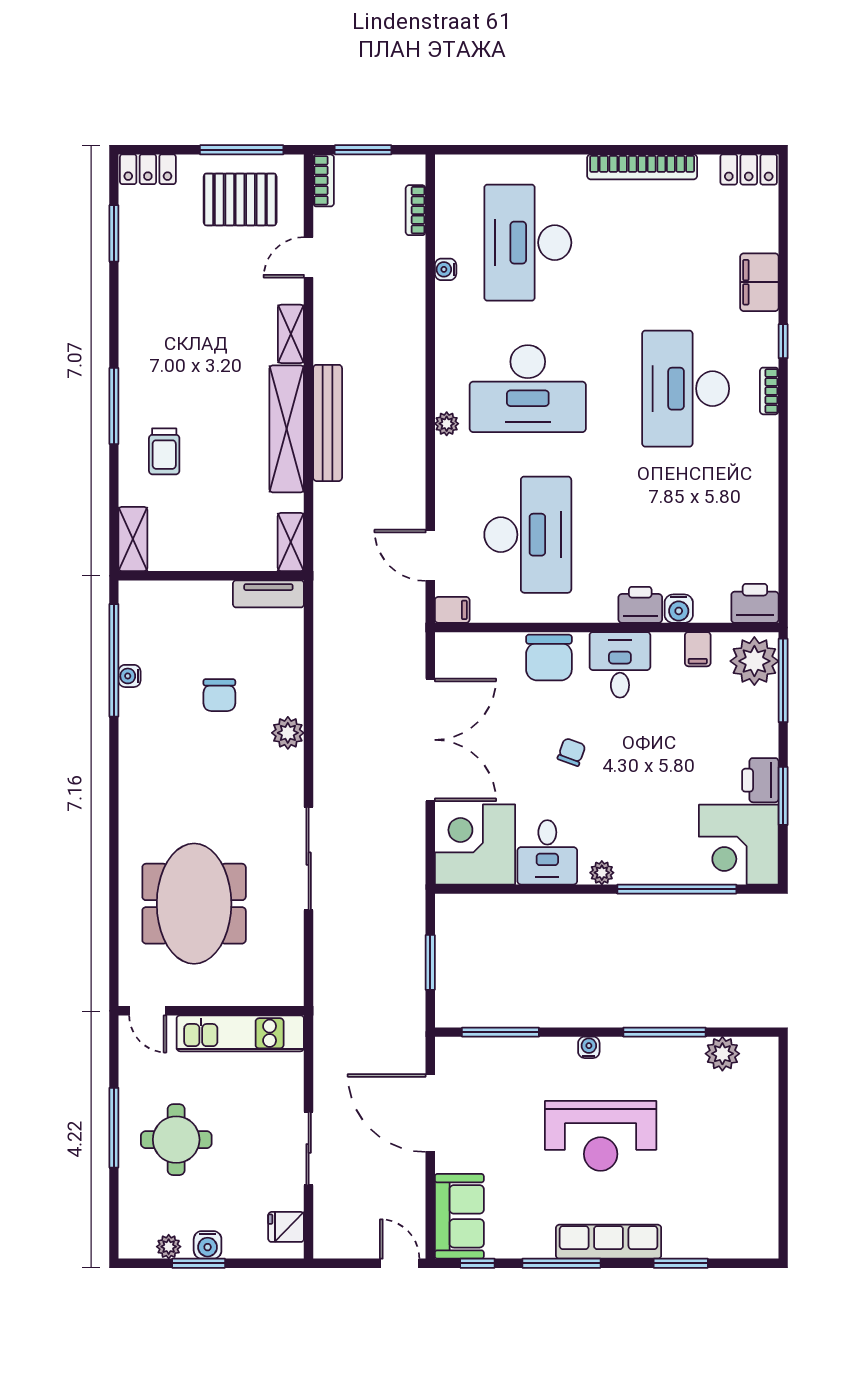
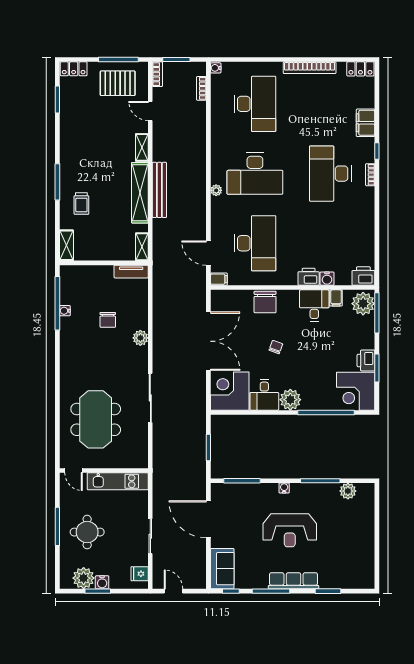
desk: (528, 243) -> (255, 104), turned 180
door: (309, 257) -> (150, 111), hinge flipped
water cooler: (446, 269) -> (216, 68), moved
desk: (620, 665) -> (314, 305), moved
plant: (602, 873) -> (290, 400), width x1.88, depth x1.88
plant: (169, 1247) -> (84, 578), width x1.88, depth x1.88
door: (400, 1263) -> (173, 591), moved

